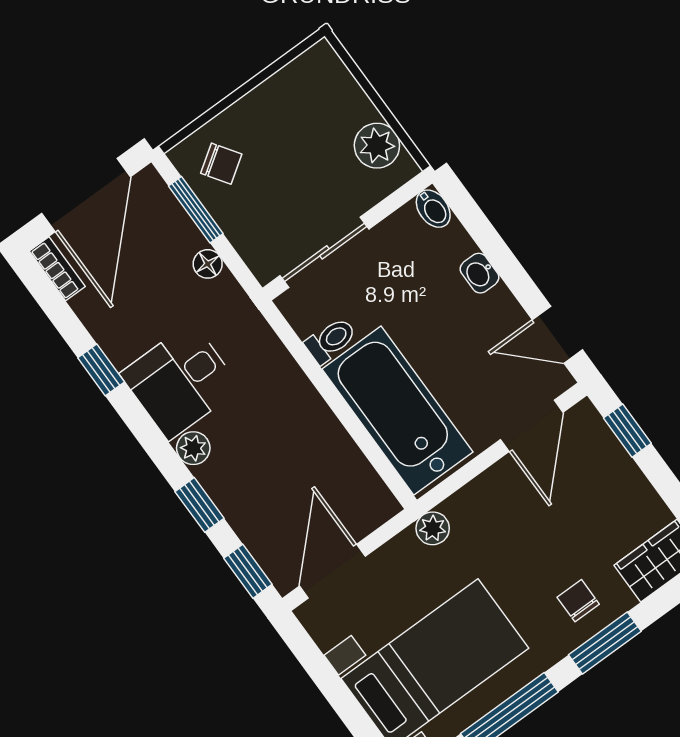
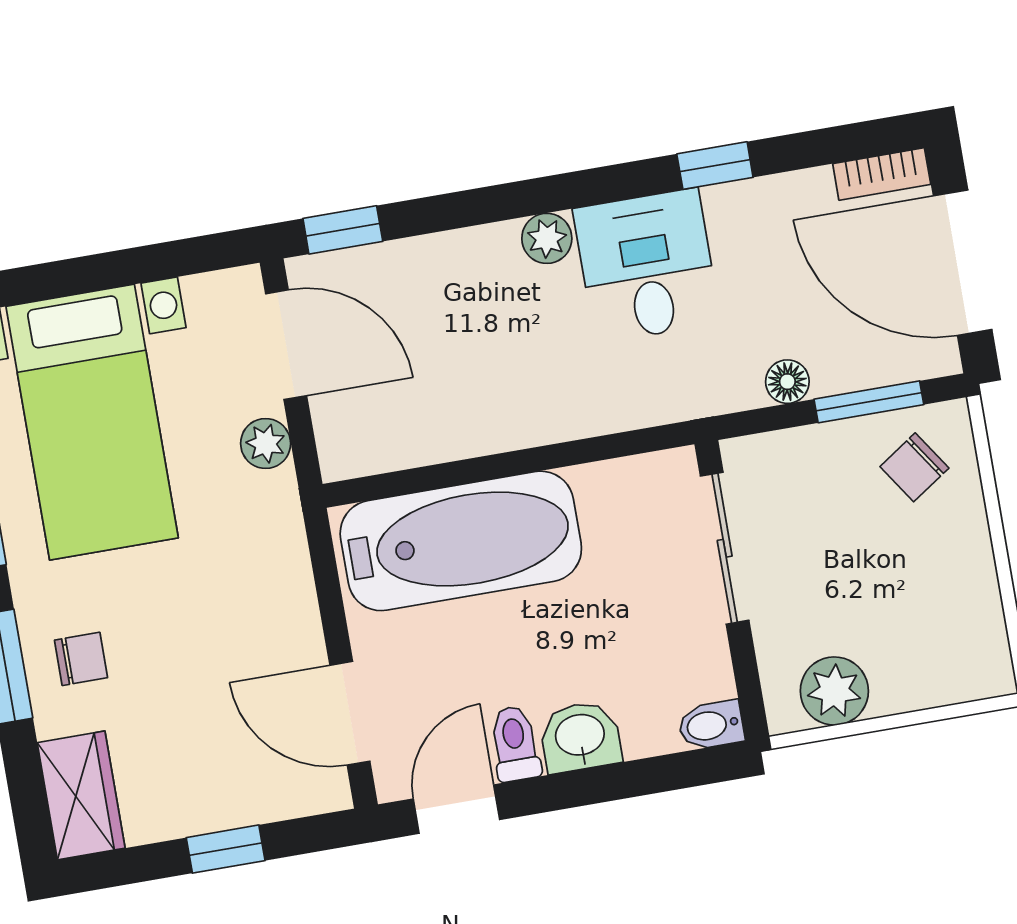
washbasin: (479, 273) -> (580, 737), width x1.38, depth x1.45
toilet: (331, 340) -> (515, 744), moved, turned 180
window: (627, 431) -> (226, 849), moved
window: (199, 505) -> (465, 209), removed
plant: (433, 528) -> (266, 443), moved

